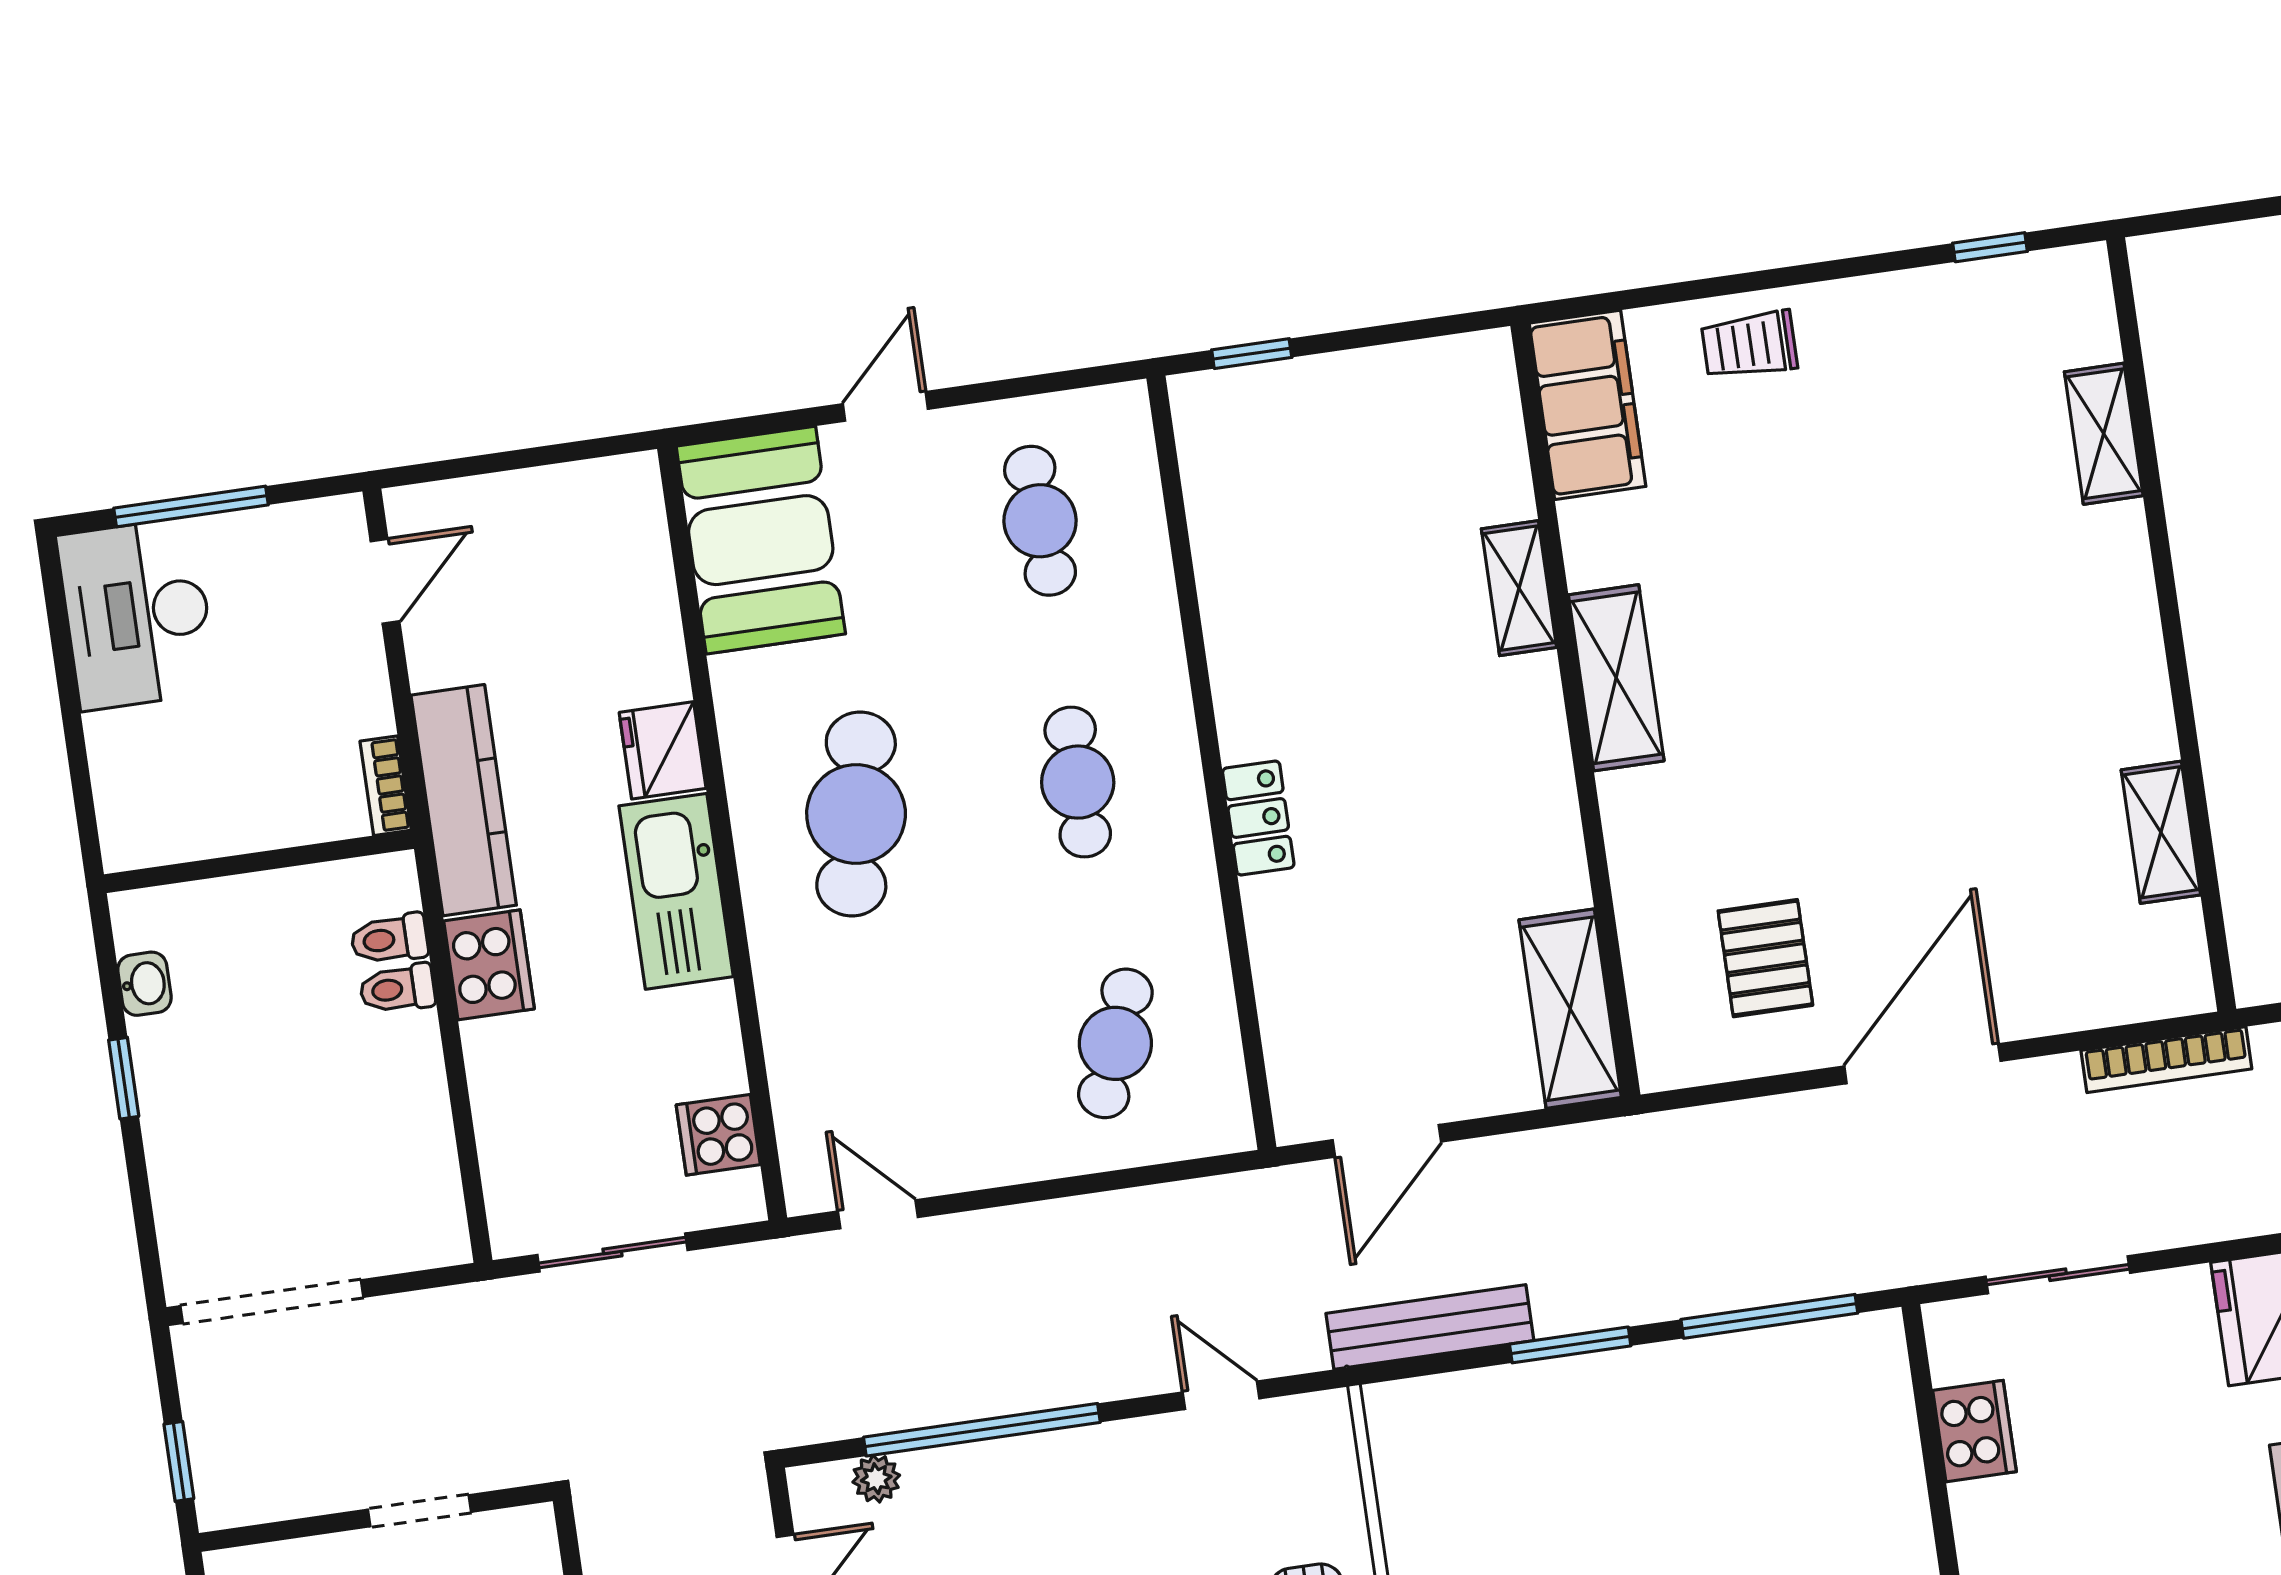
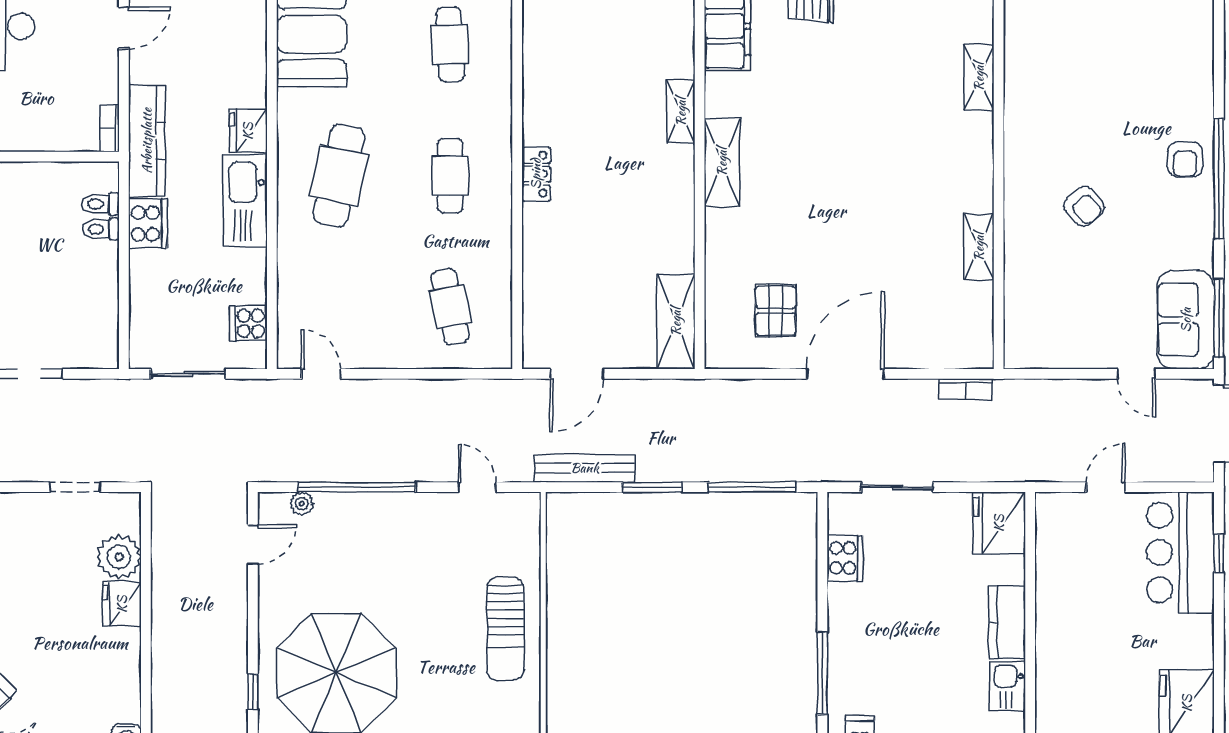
locker: (1258, 818) -> (536, 174), moved
shelving: (2161, 832) -> (979, 247), moved
cafe table: (1115, 1043) -> (450, 307), turned -33
bookcase: (2166, 1060) -> (965, 389), width x0.64

